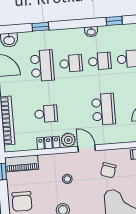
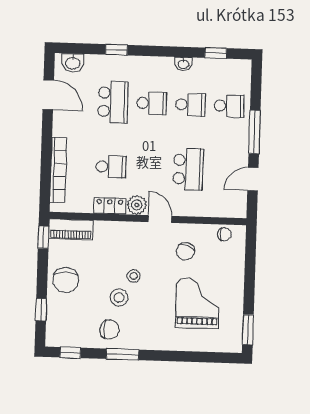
stool: (67, 179) -> (134, 276), moved

